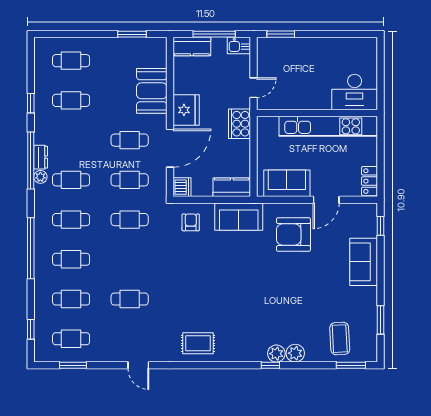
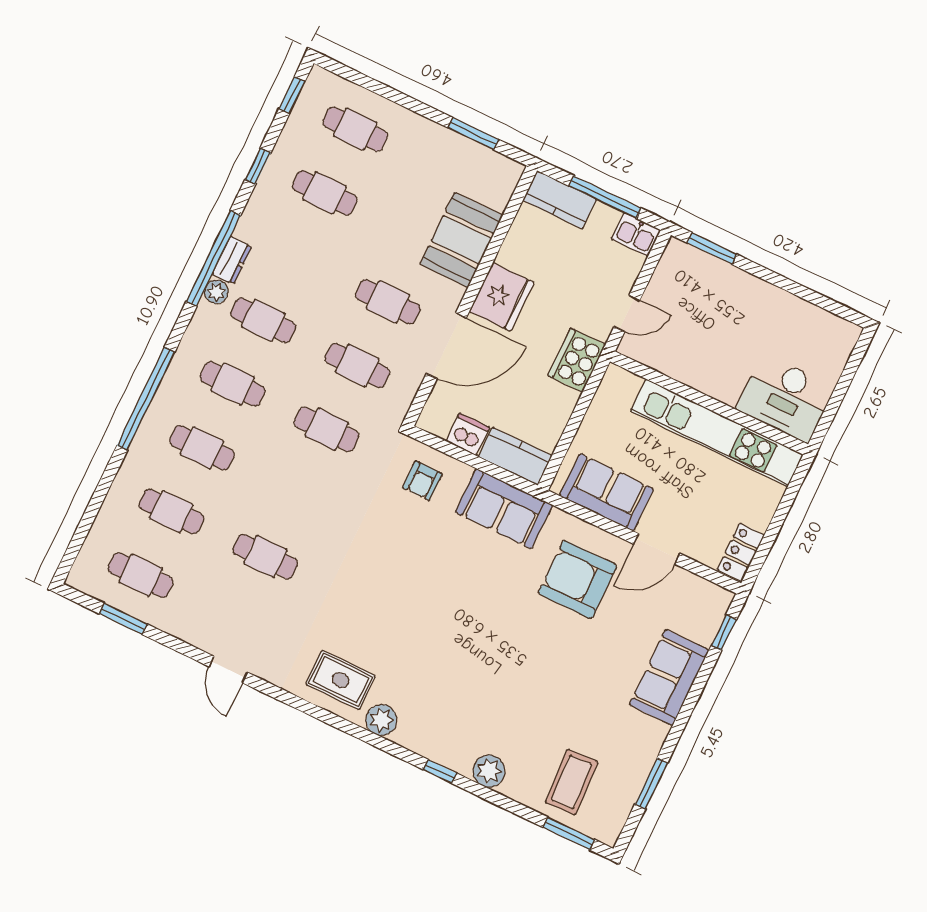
dishwasher: (182, 187) -> (468, 434), moved, turned -90
armchair: (191, 222) -> (422, 481), turned 180
window: (31, 329) -> (292, 95), moved
plant: (276, 354) -> (381, 720), moved

